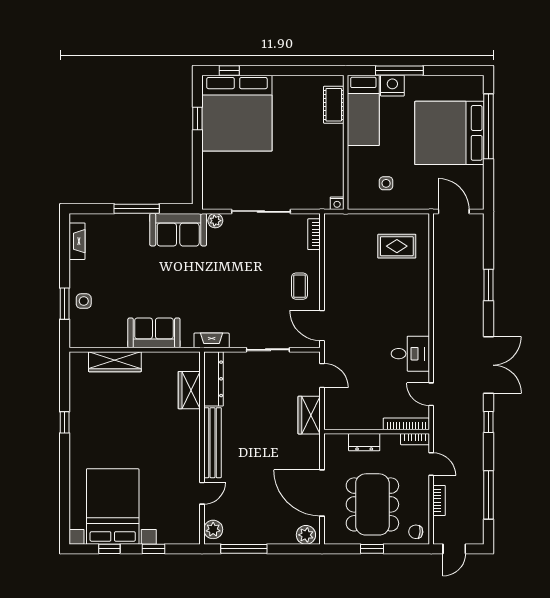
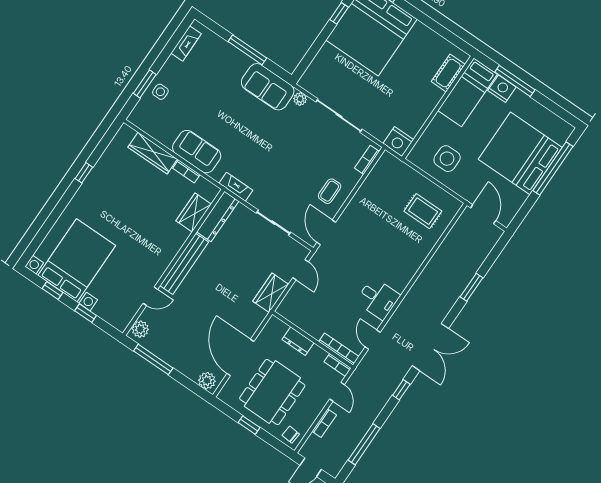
side table: (386, 183) -> (447, 159), width x1.87, depth x1.87
nightstand: (337, 203) -> (398, 142), width x1.89, depth x1.79
bookcase: (157, 357) -> (186, 171), added

